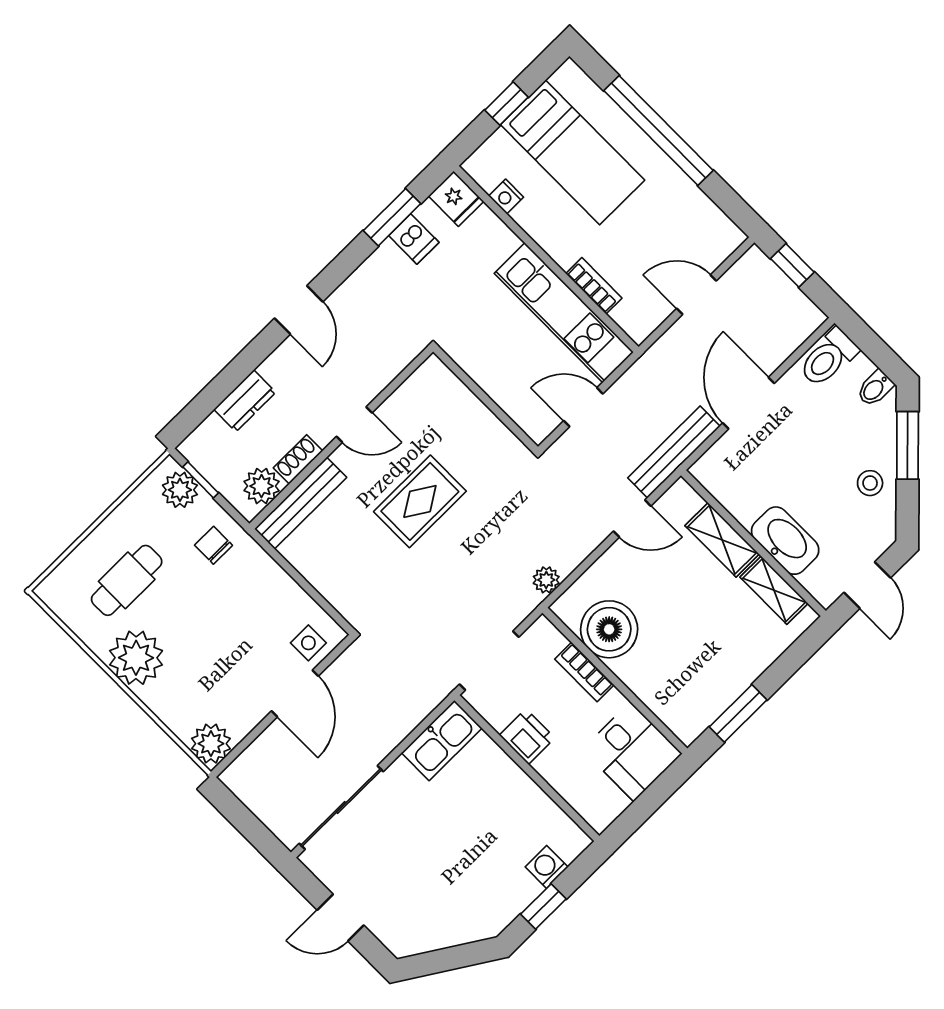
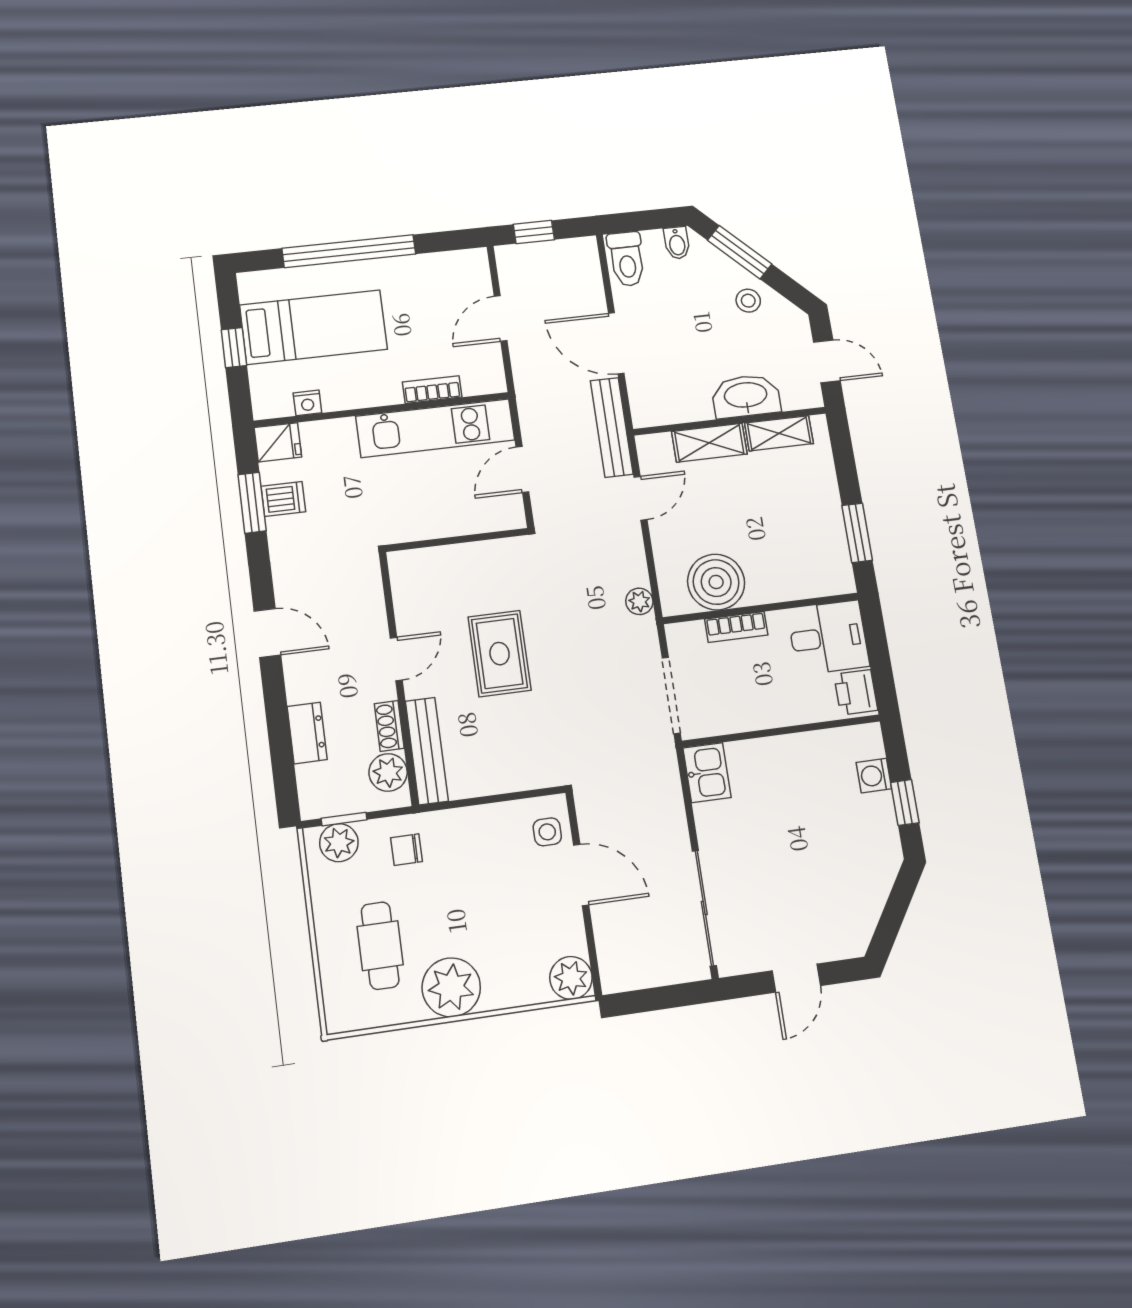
printer: (527, 736) -> (856, 692), moved, turned -90
kitchen sink: (442, 740) -> (707, 773), width x0.73

